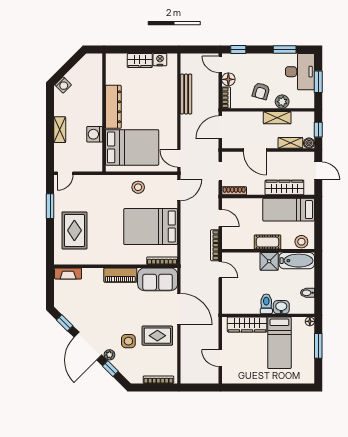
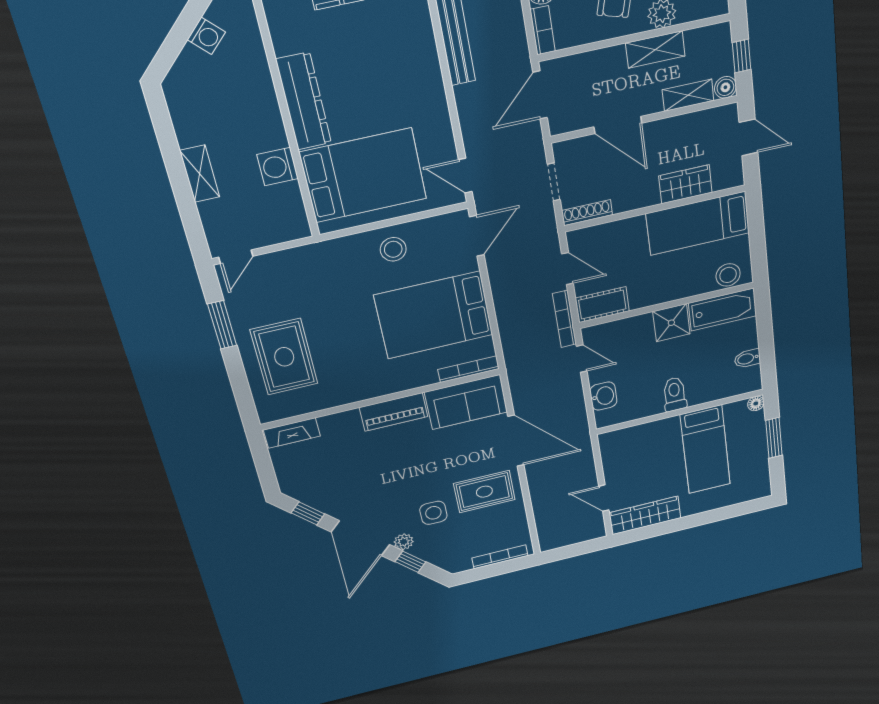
washing machine: (63, 85) -> (206, 36), moved
wardrobe: (284, 187) -> (685, 184), width x0.67
cot: (268, 242) -> (602, 305), moved
washbasin: (281, 307) -> (603, 396), moved, turned 90
wardrobe: (247, 324) -> (645, 515), moved, turned 180

